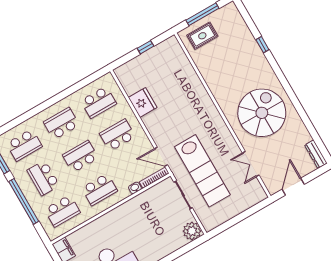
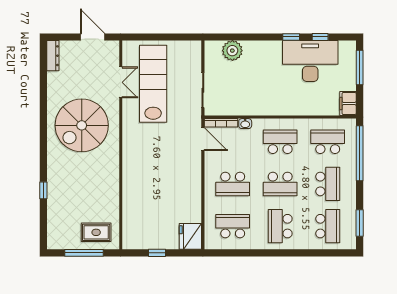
fridge: (143, 102) -> (190, 236), moved
school desk: (61, 124) -> (280, 226), turned 90
school desk: (24, 145) -> (328, 226), turned 90
lab bench: (202, 171) -> (153, 84), moved
door: (293, 187) -> (93, 37), swing flipped
window: (24, 201) -> (360, 153), moved
plant: (192, 231) -> (232, 51), moved

